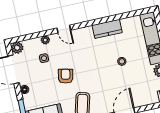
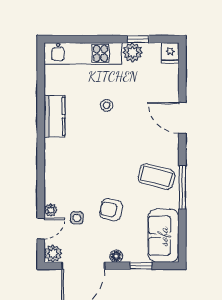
door: (64, 29) -> (41, 229), moved
armchair: (66, 76) -> (111, 210), moved

